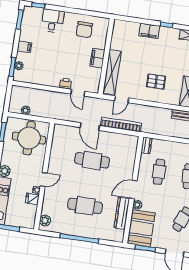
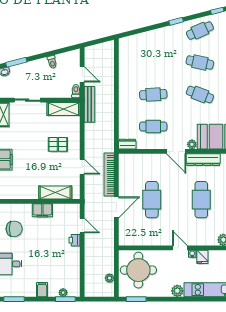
shelving: (112, 72) -> (55, 192), width x0.68
pallet: (156, 82) -> (58, 144), turned 90
door: (78, 93) -> (82, 226), hinge flipped
door: (122, 99) -> (82, 167), moved

